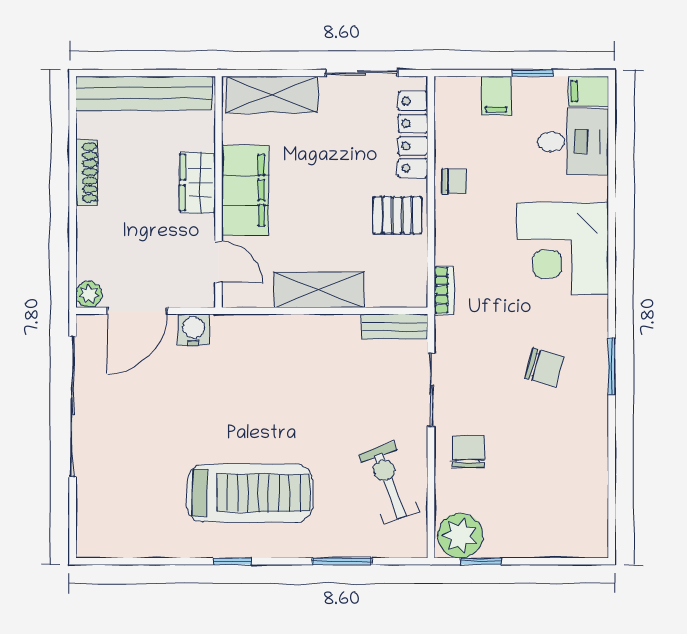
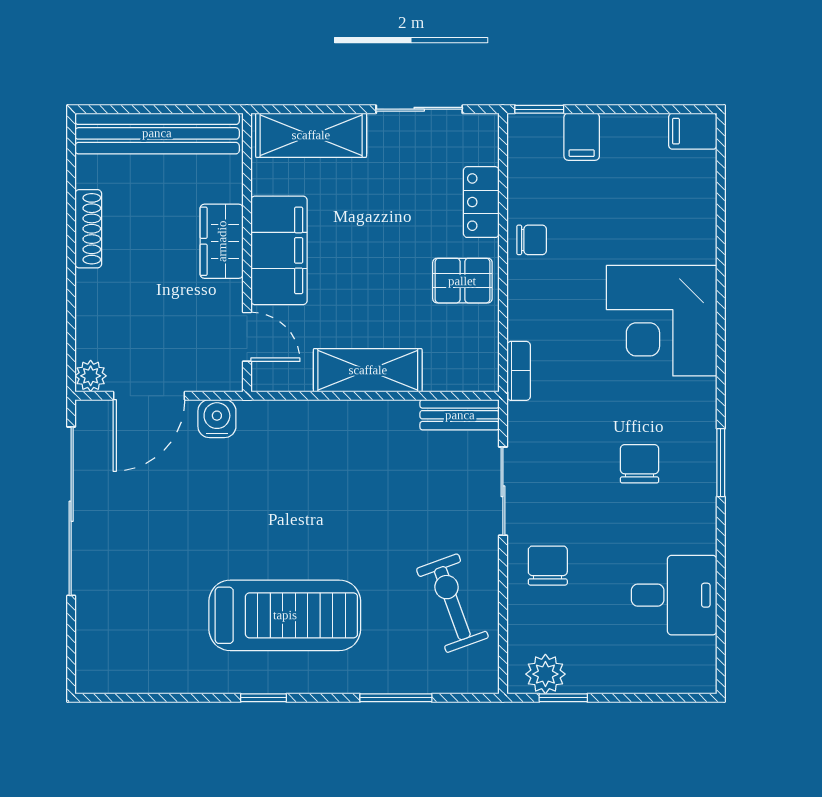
window: (533, 73) -> (539, 109), moved
locker: (413, 135) -> (481, 202), width x0.66
desk: (573, 142) -> (674, 595), moved
chair: (544, 367) -> (640, 464), turned -106
plant: (460, 536) -> (545, 674), width x0.73, depth x0.73

